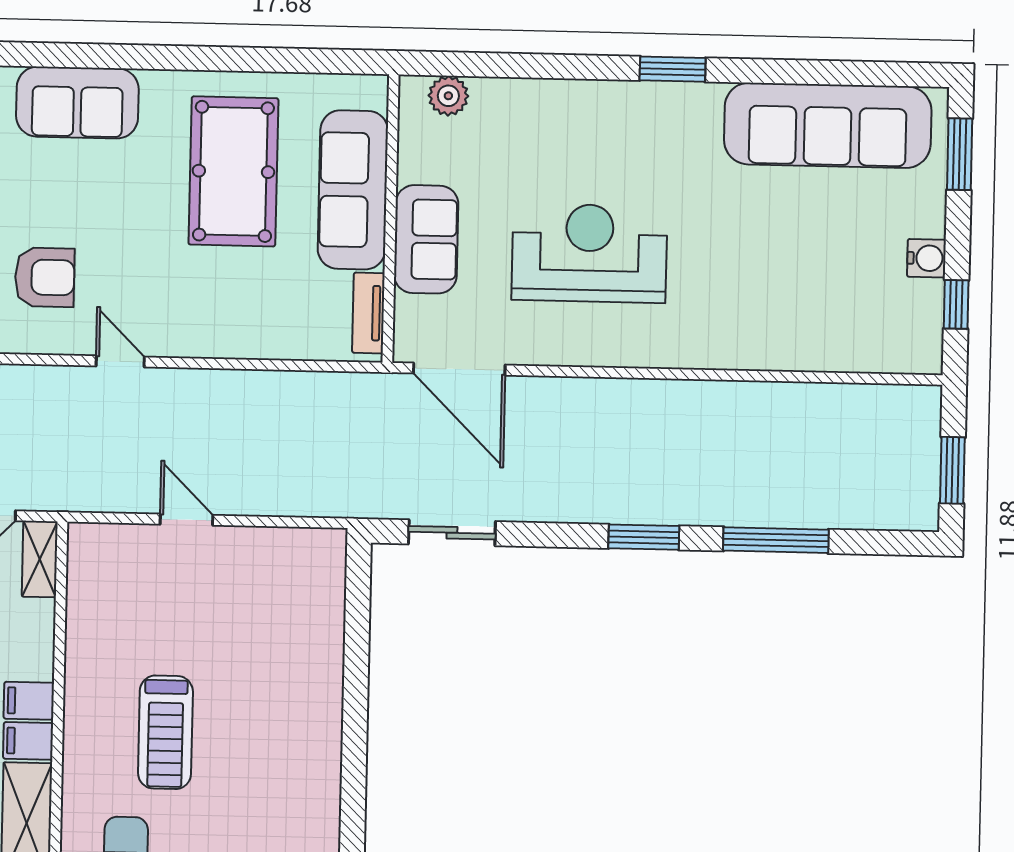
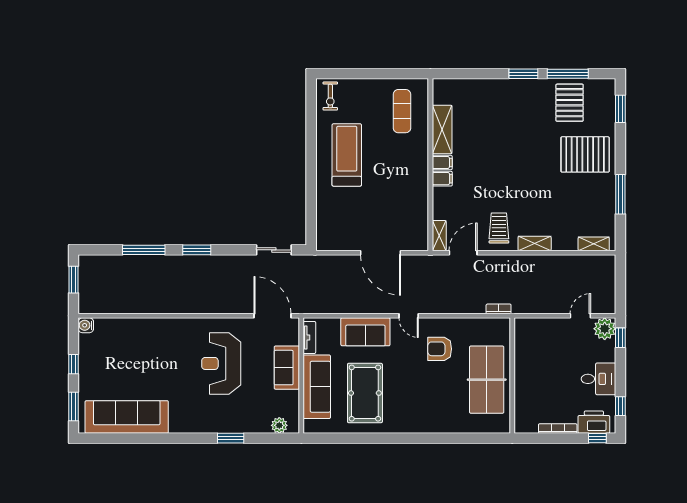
window: (673, 69) -> (231, 438), moved
sofa: (77, 103) -> (365, 332), moved, turned 180
reception desk: (589, 253) -> (221, 363), turned 90
water cooler: (926, 258) -> (86, 325), moved
window: (956, 304) -> (73, 364), moved
door: (187, 520) -> (381, 253), width x1.88
treadmill: (165, 732) -> (347, 155), moved, width x1.37, depth x1.38

